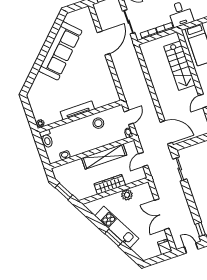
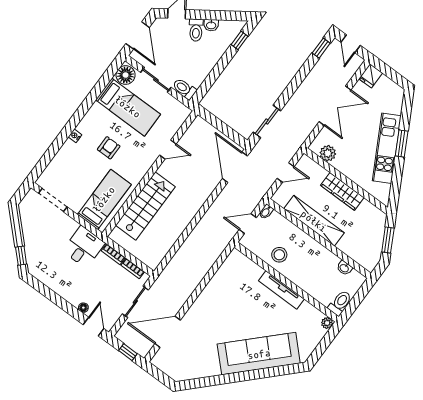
door: (103, 43) -> (168, 332), moved
sofa: (60, 51) -> (259, 354), moved
plant: (127, 195) -> (328, 153), moved

